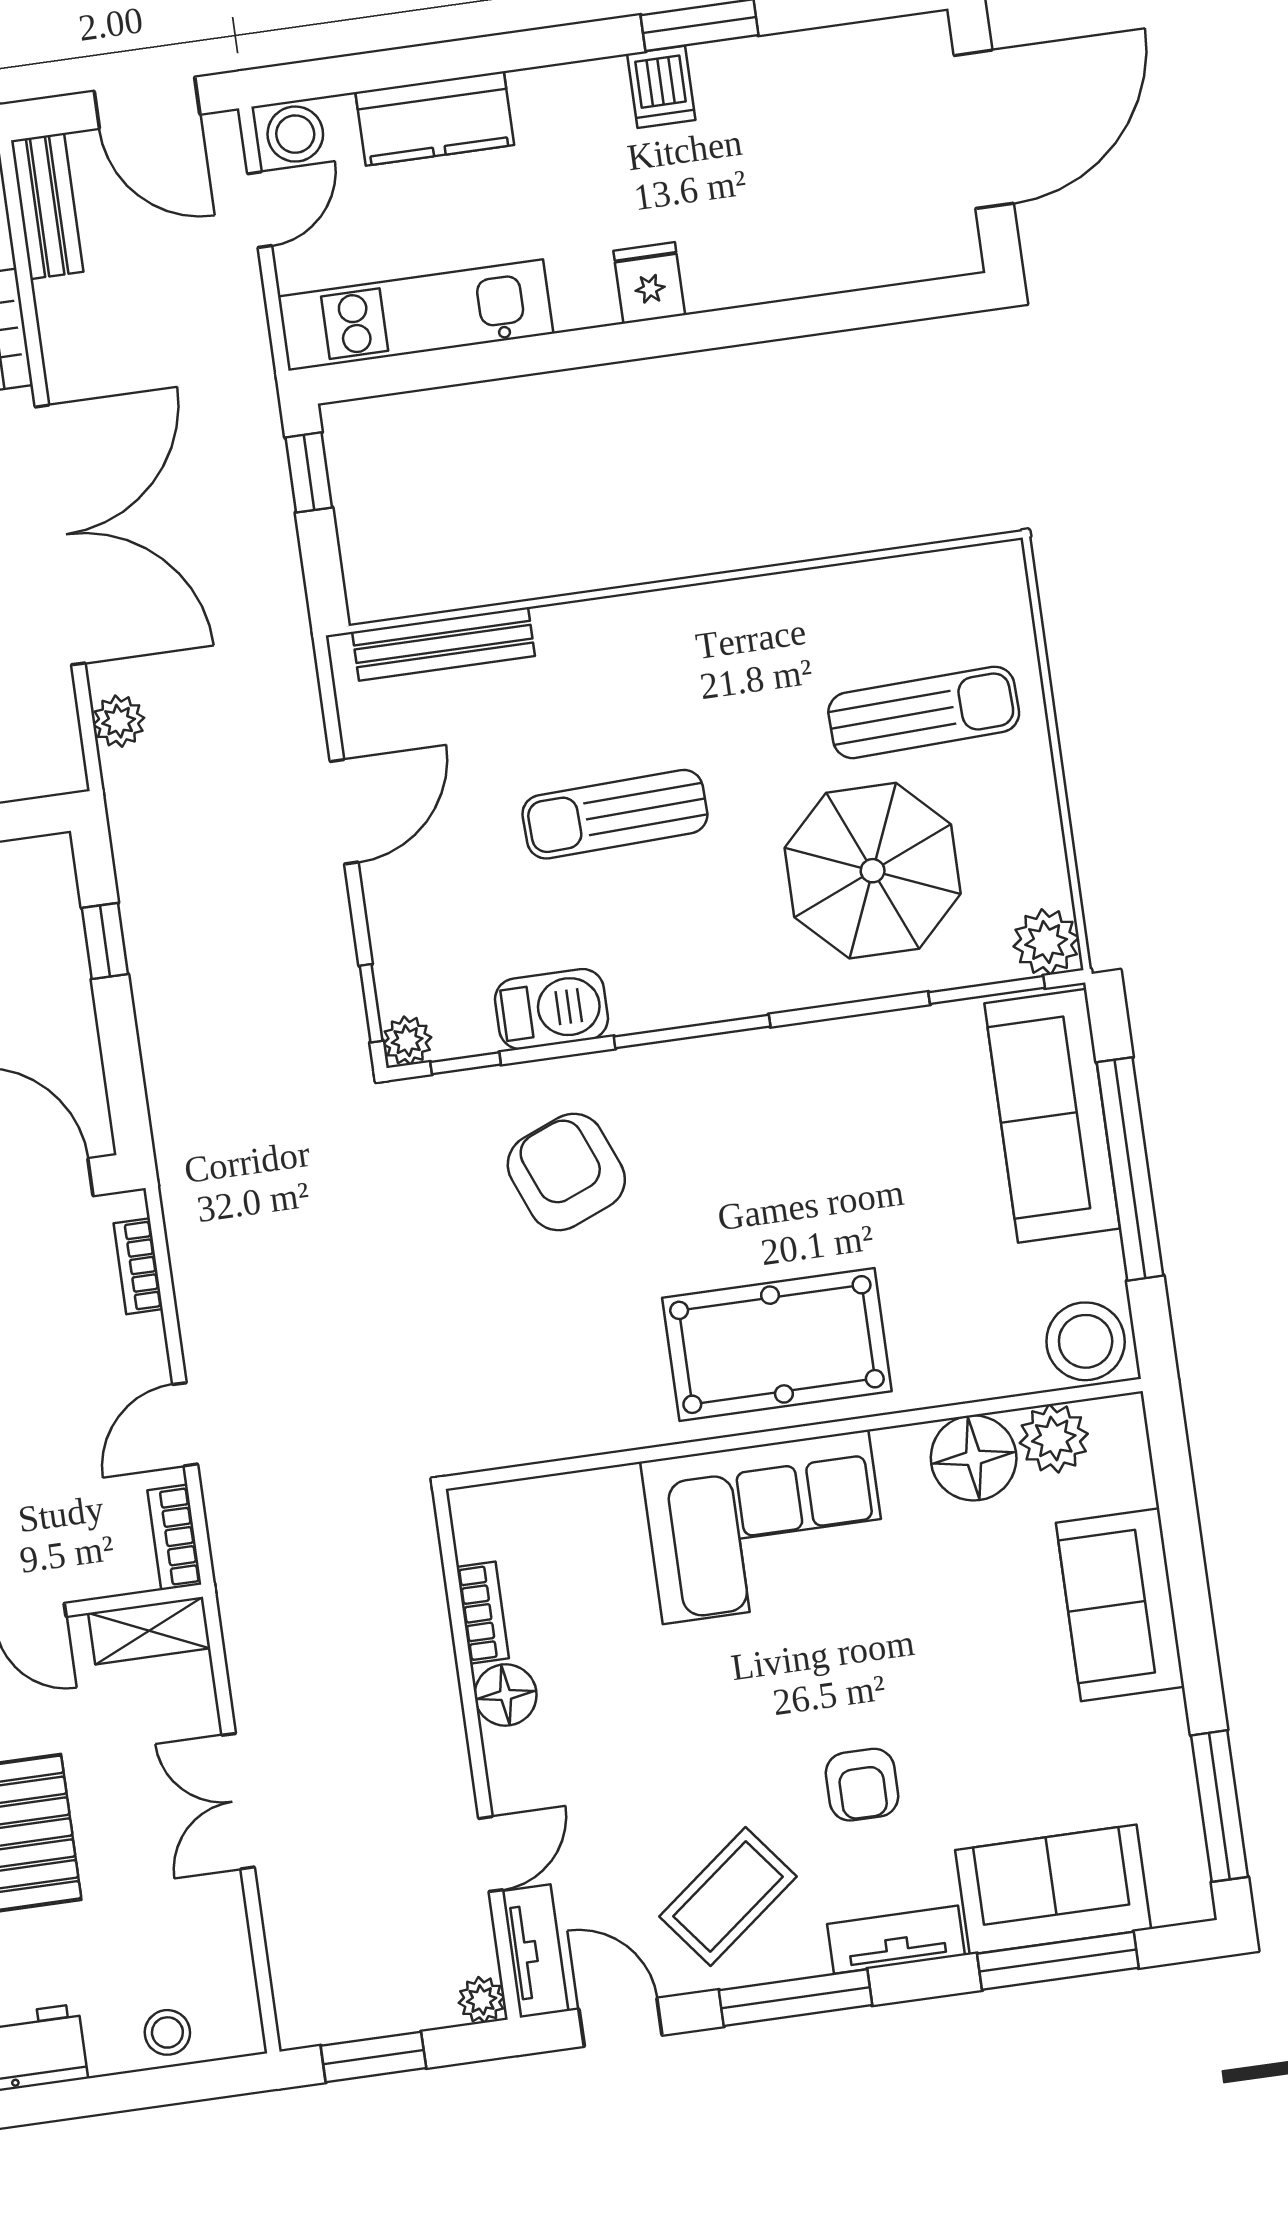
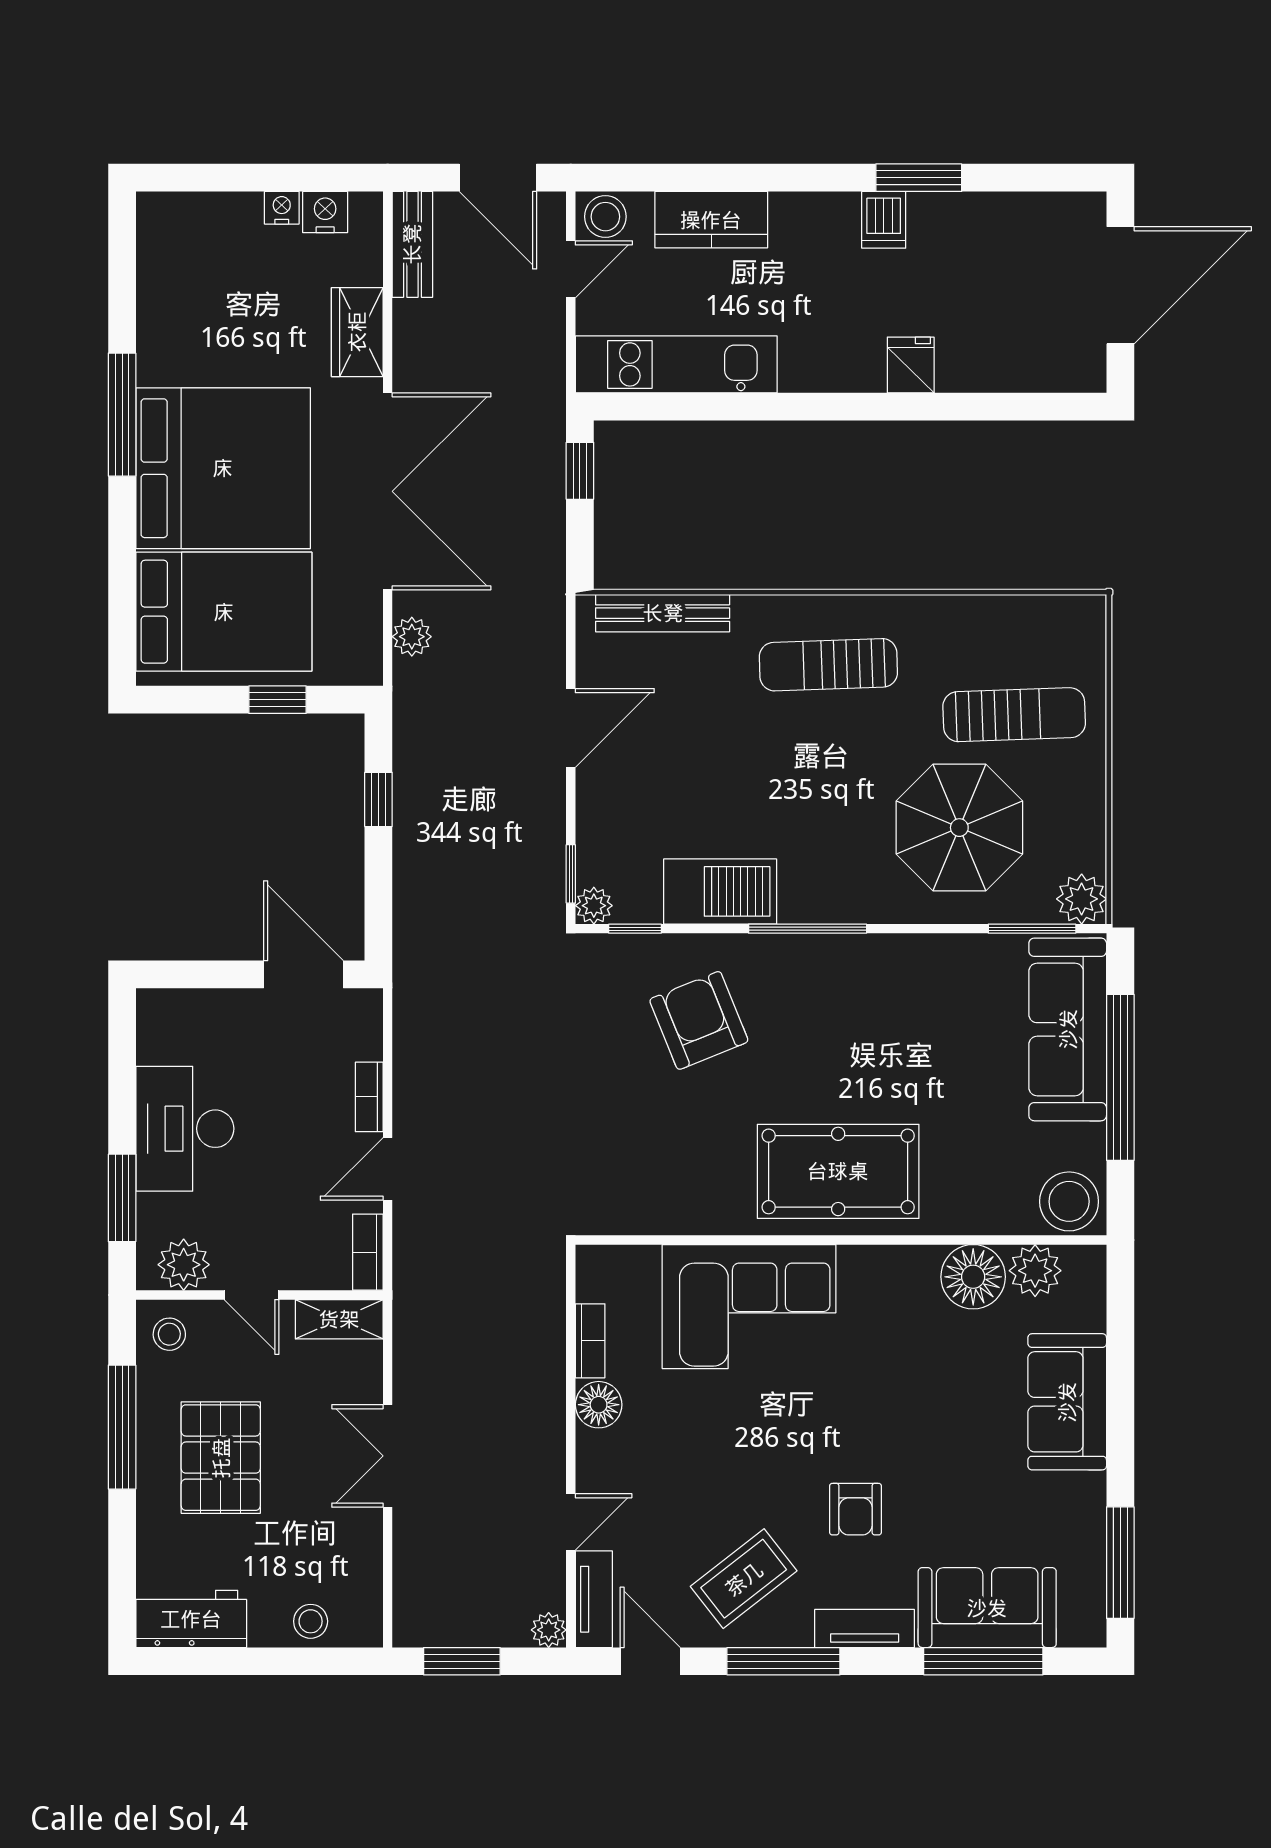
fridge: (649, 283) -> (911, 365), moved
sun lounger: (615, 814) -> (828, 665), moved
barbecue: (551, 1009) -> (720, 891), width x1.37, depth x1.21
bookcase: (138, 1266) -> (369, 1097), moved
corner sofa: (766, 1527) -> (749, 1307), moved

